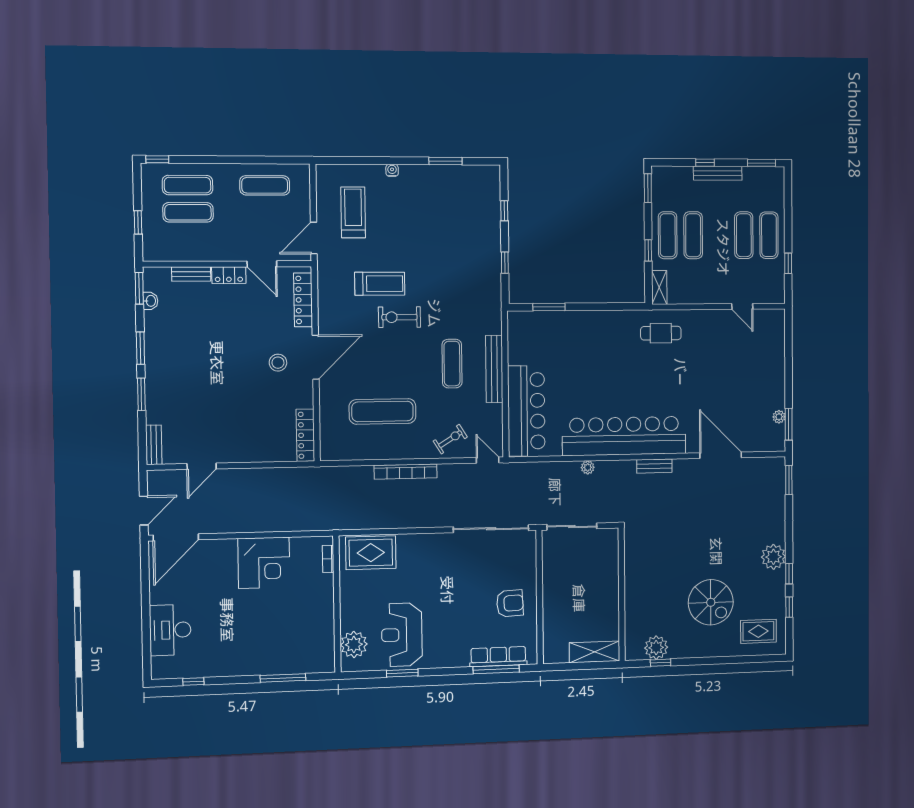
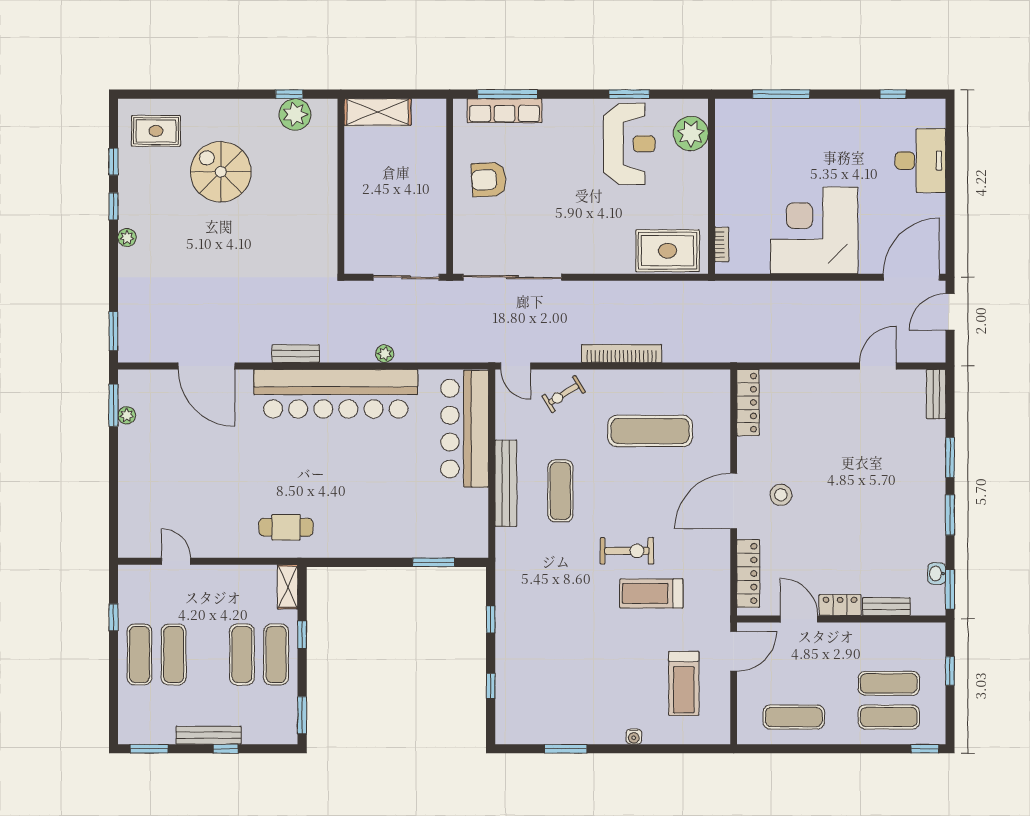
plant: (773, 557) -> (127, 238), width x0.53, depth x0.53
corner desk: (264, 563) -> (814, 230), width x1.36, depth x1.36

